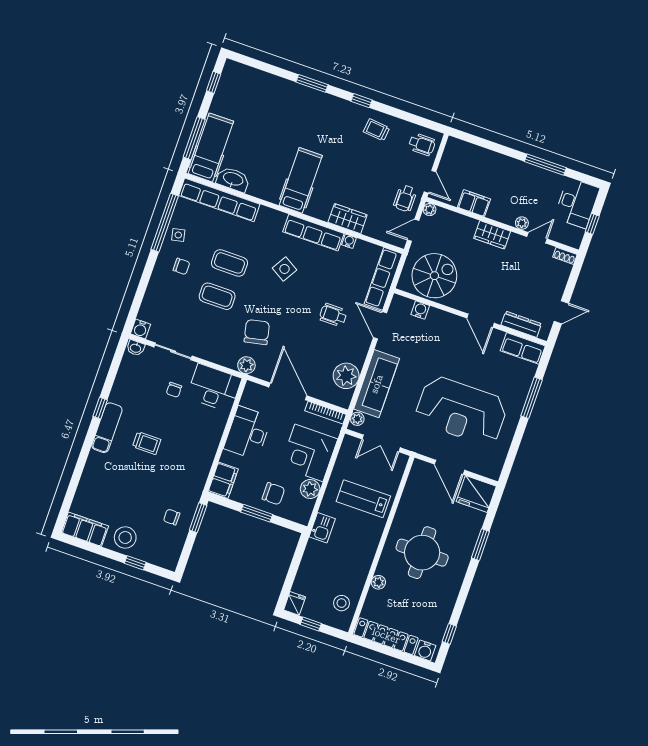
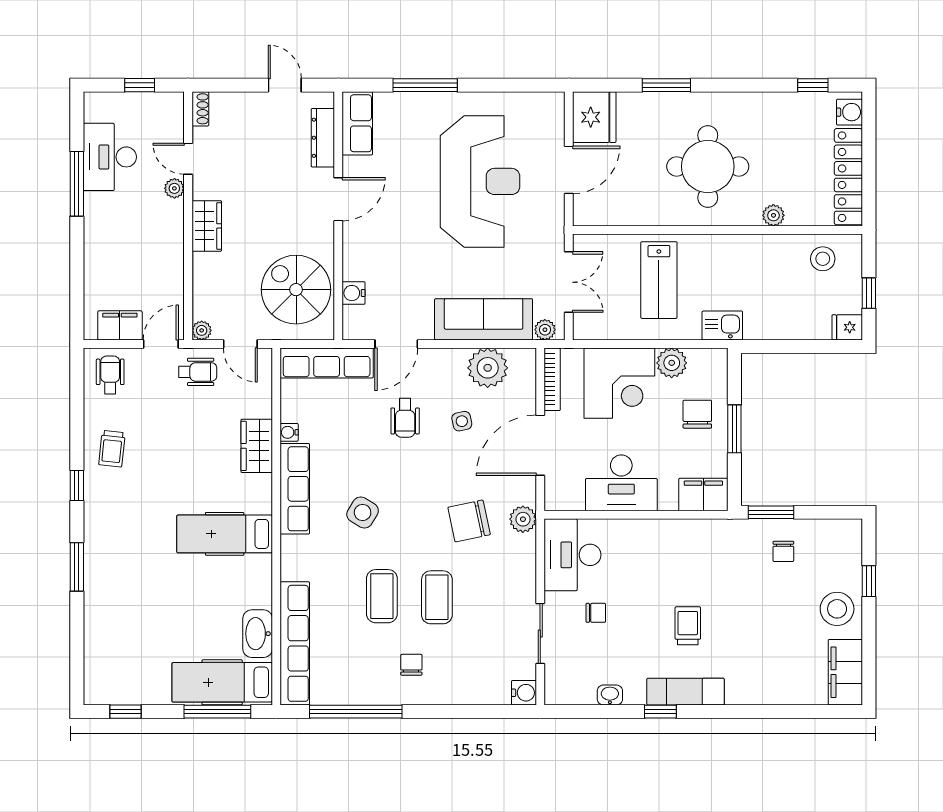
filing cabinet: (474, 203) -> (120, 325), moved, turned 90
desk: (577, 203) -> (110, 157), moved, turned -90
side table: (178, 235) -> (462, 421), moved
washbasin: (136, 348) -> (610, 695), moved, turned -90

